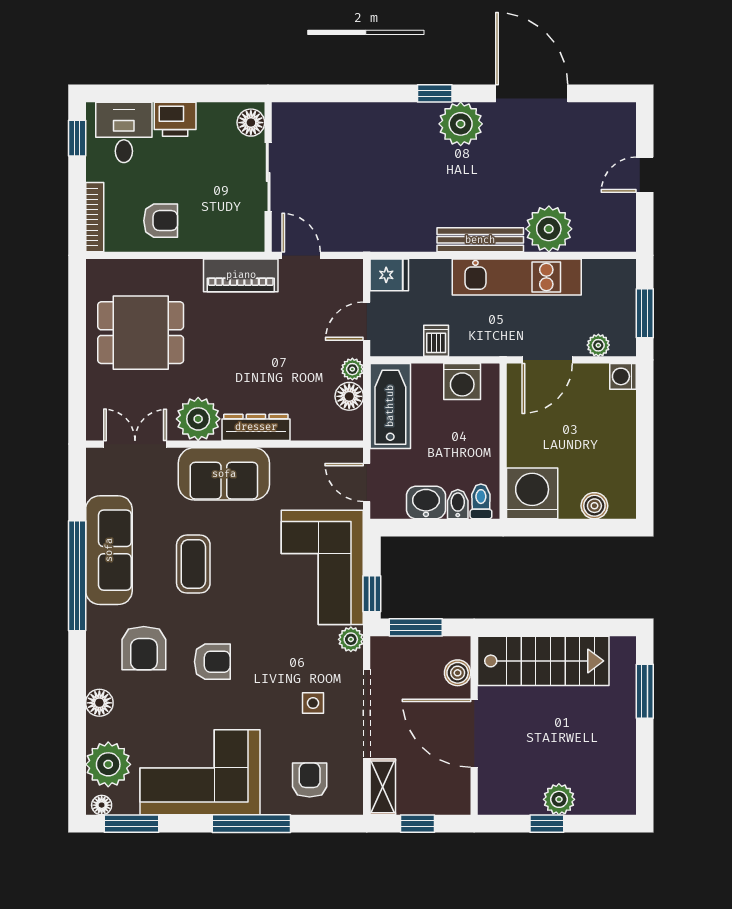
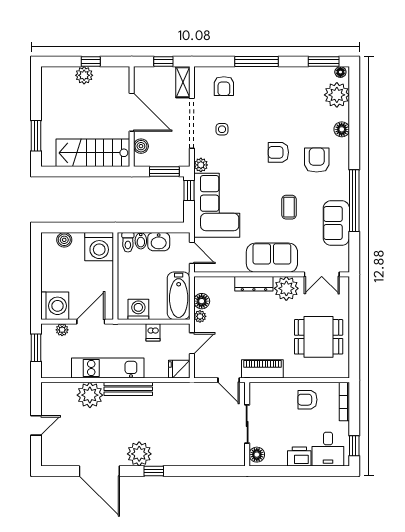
washing machine: (623, 376) -> (55, 306), width x1.89, depth x1.89
sofa: (109, 550) -> (336, 223), width x0.73
coffee table: (193, 564) -> (289, 207), width x0.73, depth x0.77
corner sofa: (200, 772) -> (285, 90), removed

